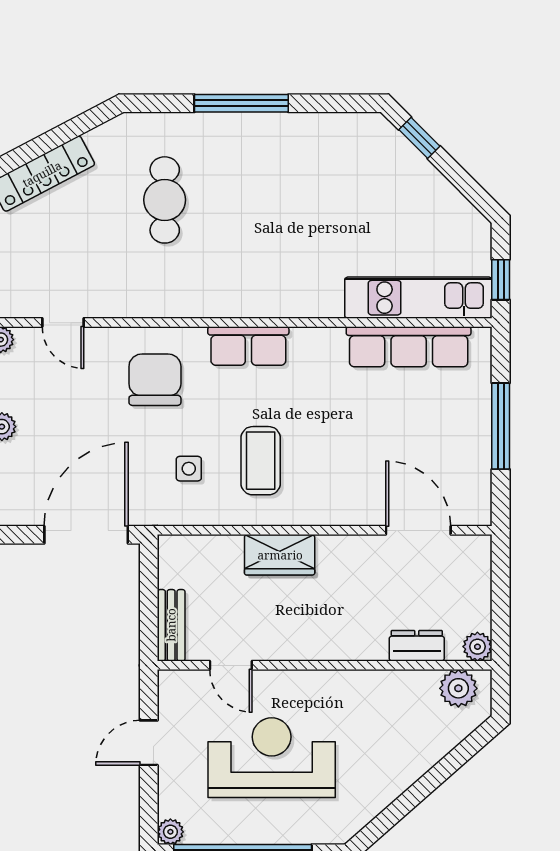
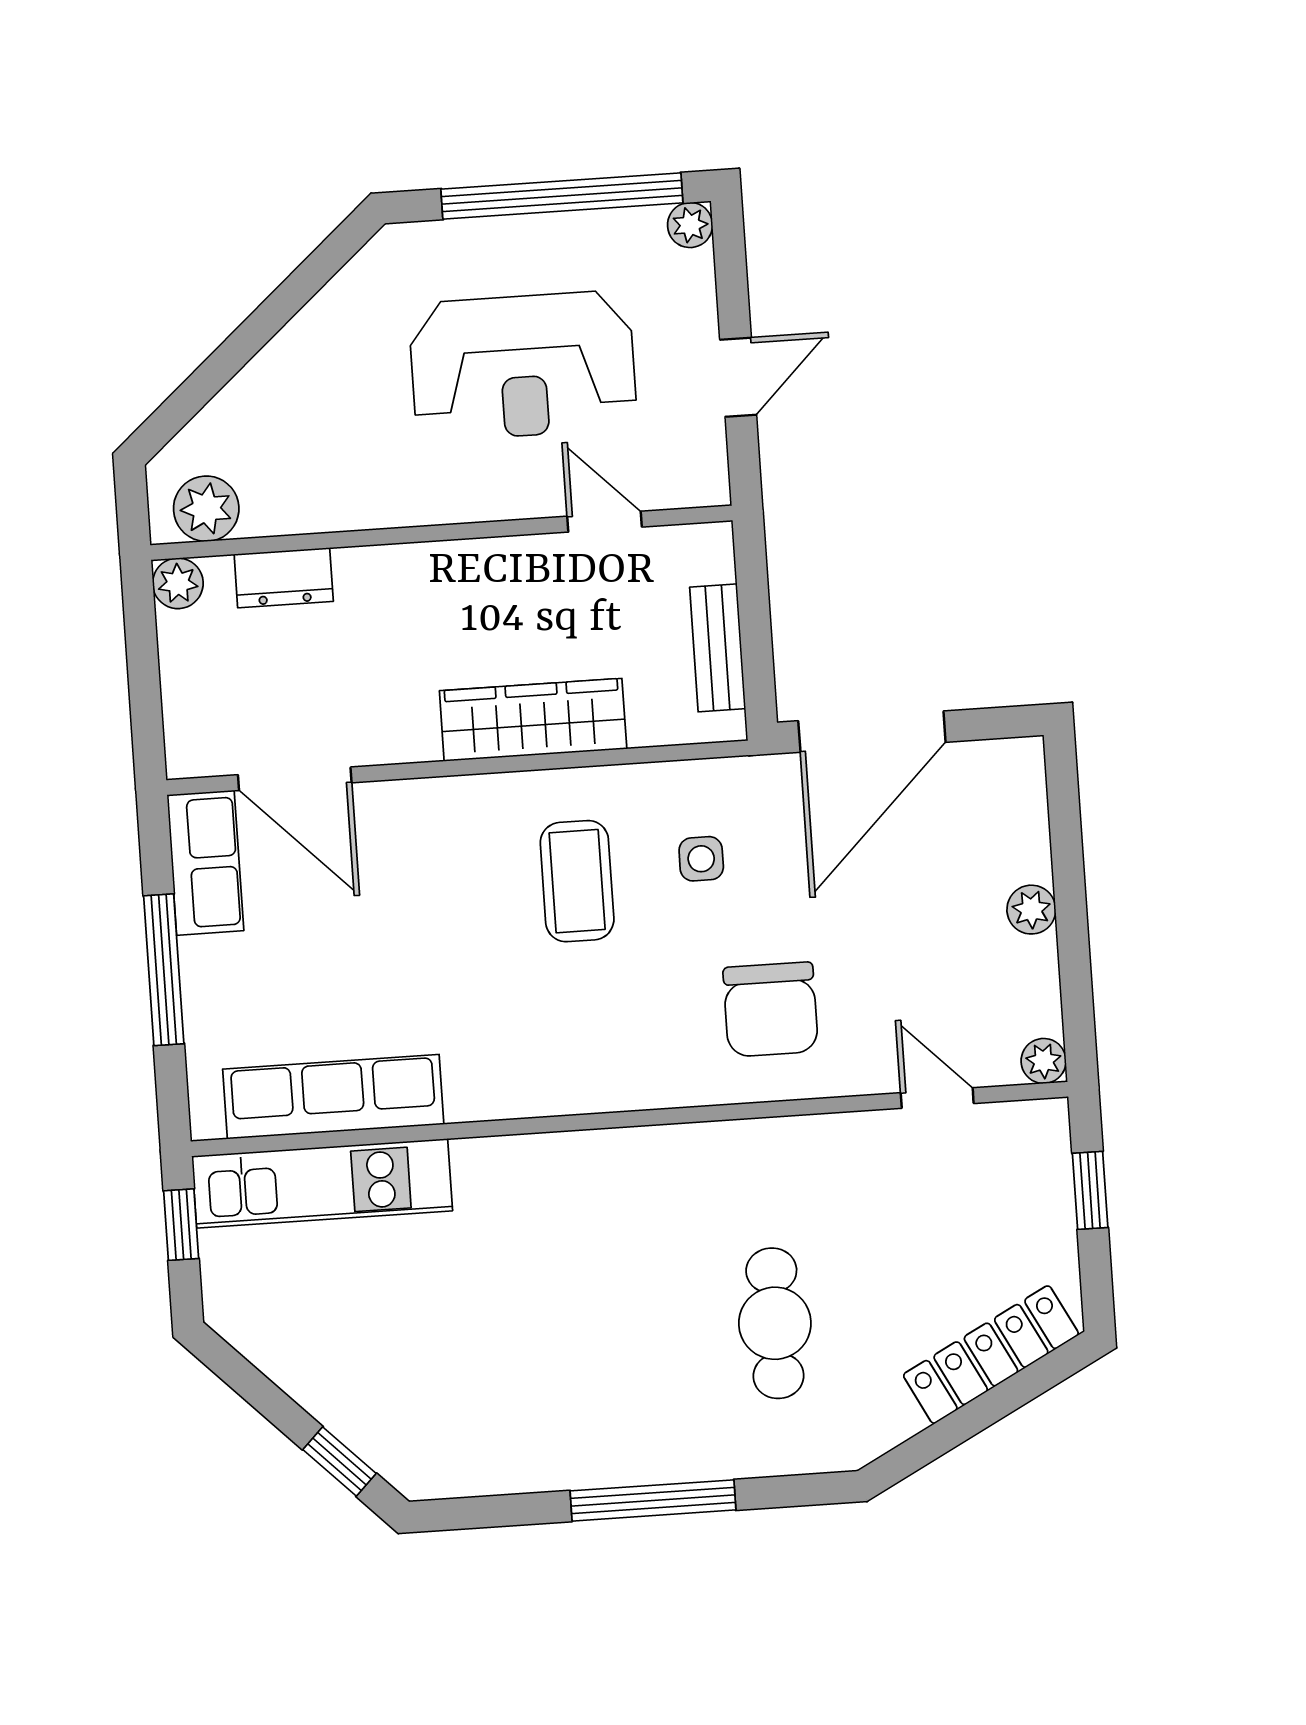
row of seats: (248, 346) -> (205, 863), moved, turned 90
wardrobe: (280, 555) -> (533, 720), width x1.50
bench: (171, 625) -> (718, 648), moved

